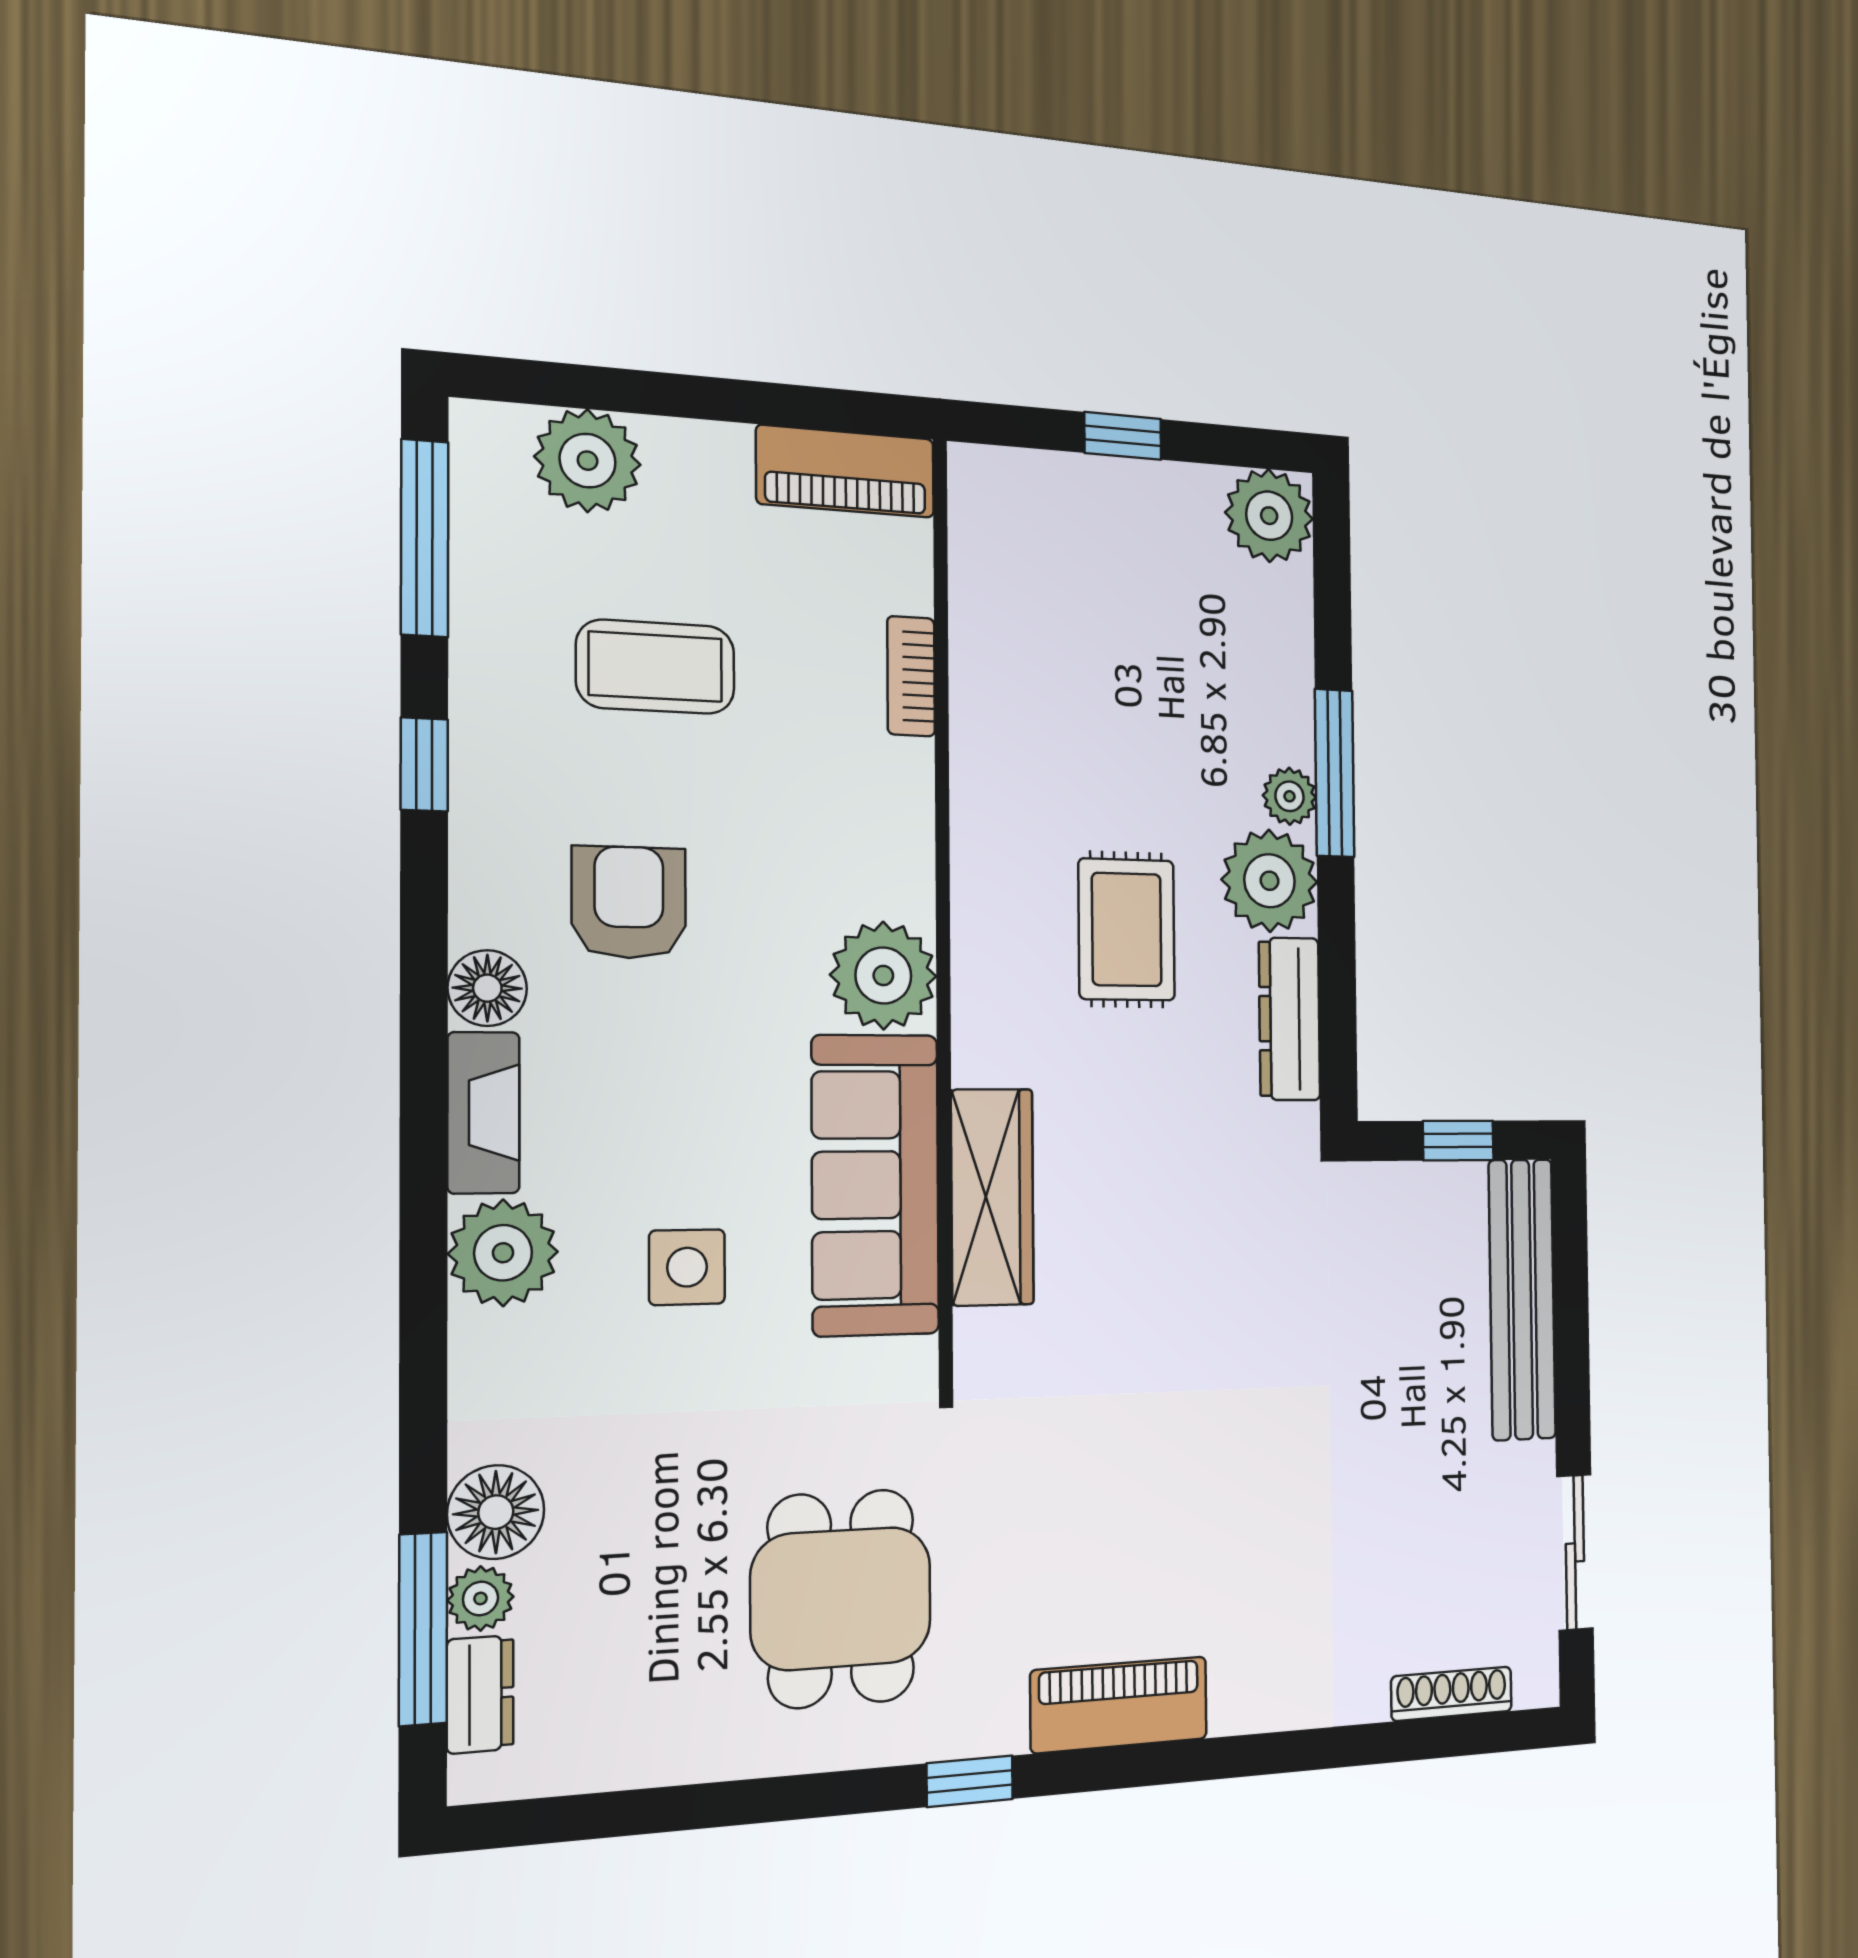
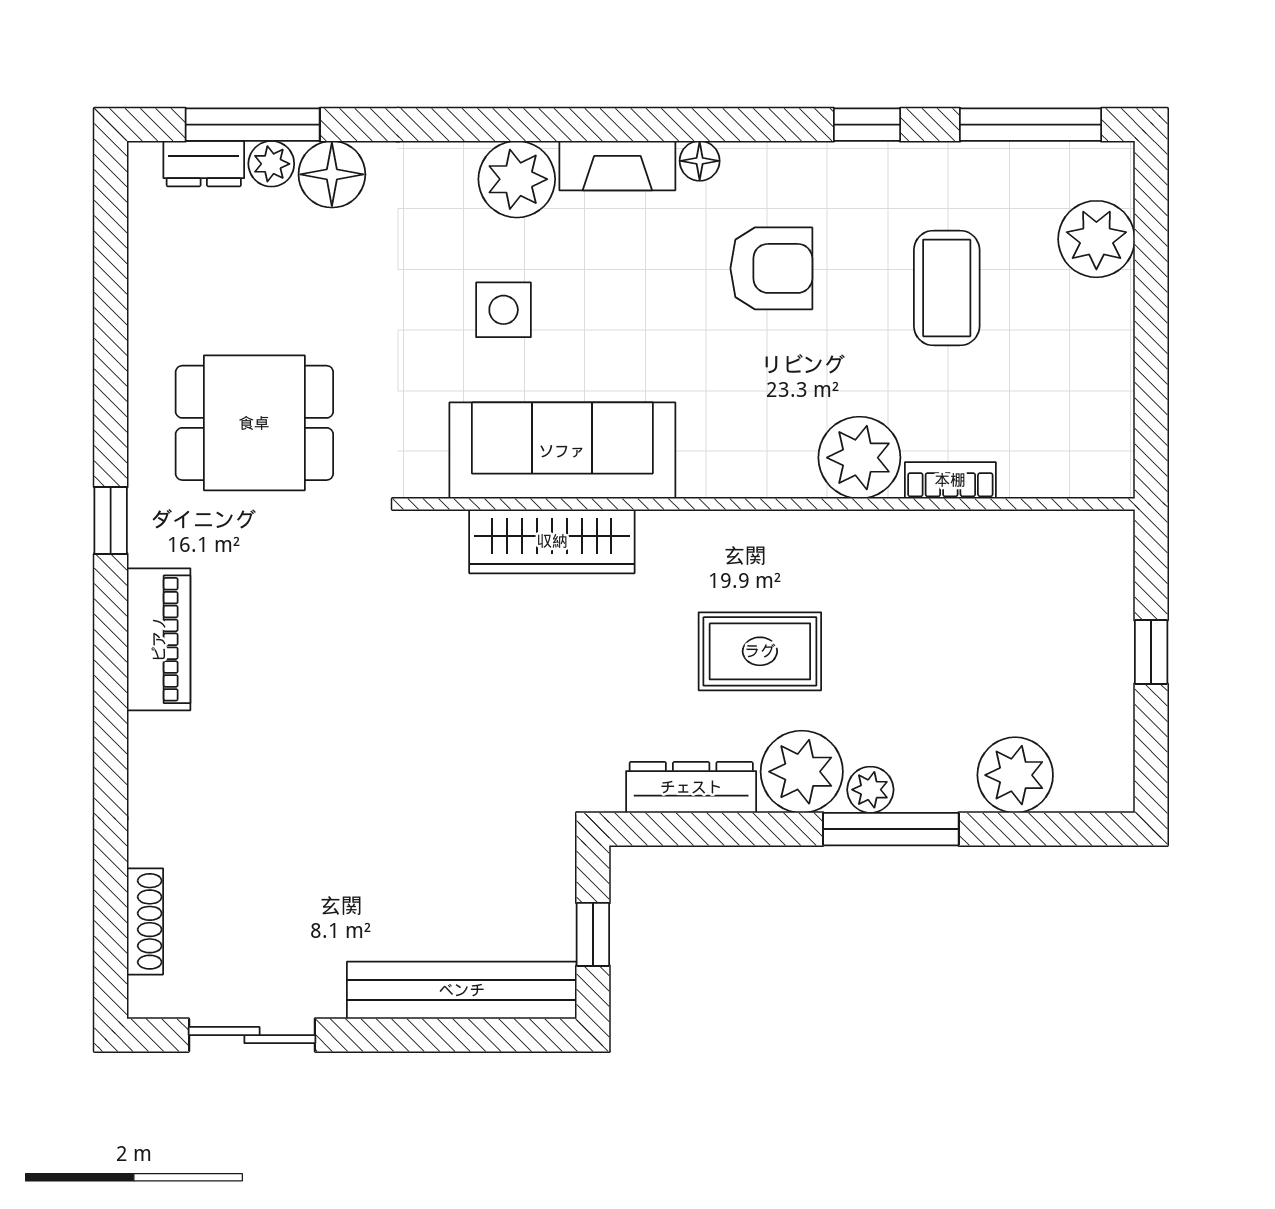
piano: (846, 471) -> (1104, 431), removed
plant: (1269, 516) -> (1015, 775), moved
plant: (883, 975) -> (859, 458), moved
floor lamp: (487, 988) -> (700, 161), width x0.73, depth x0.73

